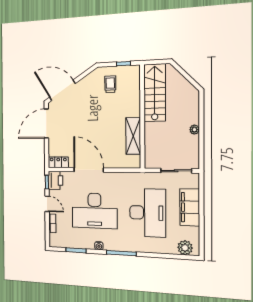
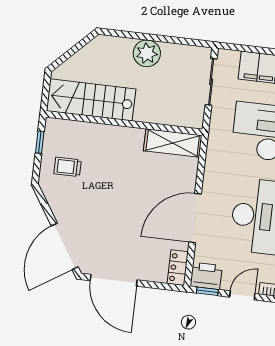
plant: (194, 130) -> (147, 53), width x1.88, depth x1.88
shelving: (133, 136) -> (173, 143), moved

